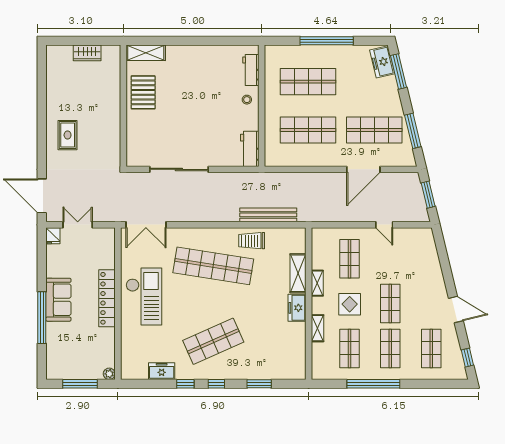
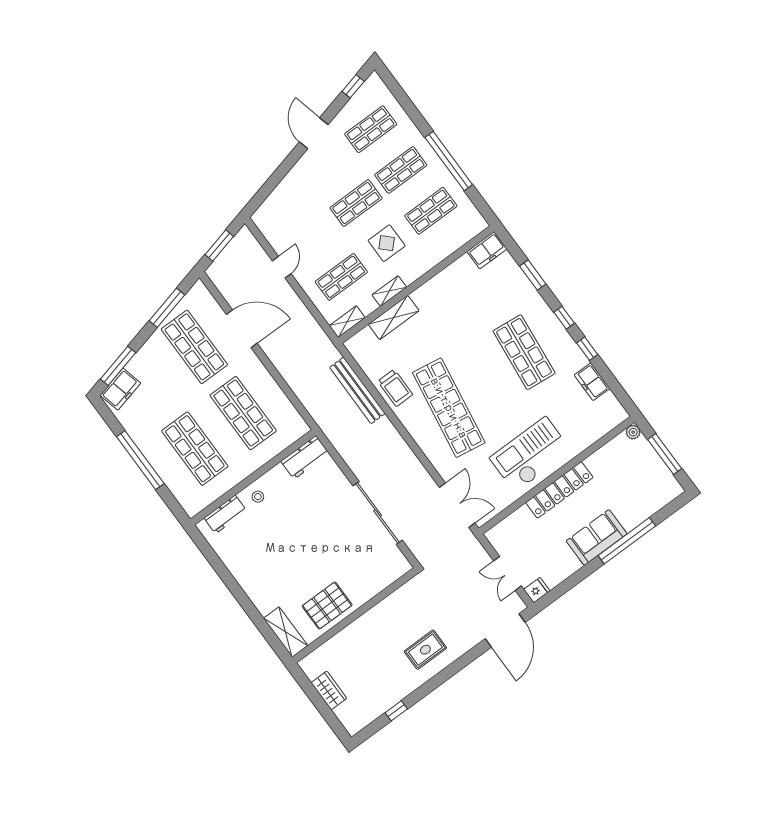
window: (42, 87) -> (396, 711), added
freezer: (297, 308) -> (487, 250), moved
shelving: (318, 328) -> (347, 322), moved
shop shelf: (213, 341) -> (524, 352), turned 30

